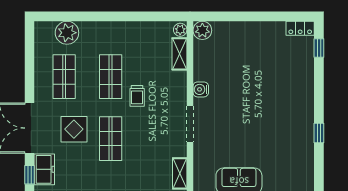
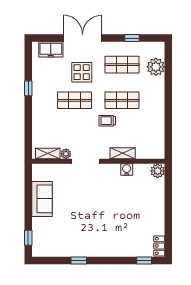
plant: (180, 30) -> (66, 154), moved
shelving: (180, 54) -> (123, 153), moved
water cooler: (201, 89) -> (127, 170), moved
window: (30, 175) -> (132, 38), moved

